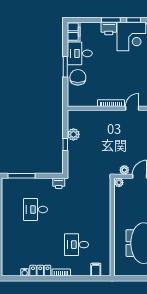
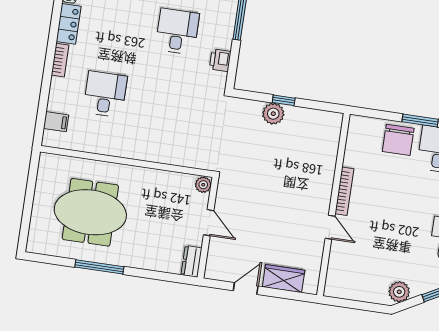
chair: (78, 77) -> (398, 140), turned 90
plant: (73, 134) -> (273, 114), moved
plant: (124, 170) -> (224, 197), removed
printer: (59, 183) -> (220, 60), moved

